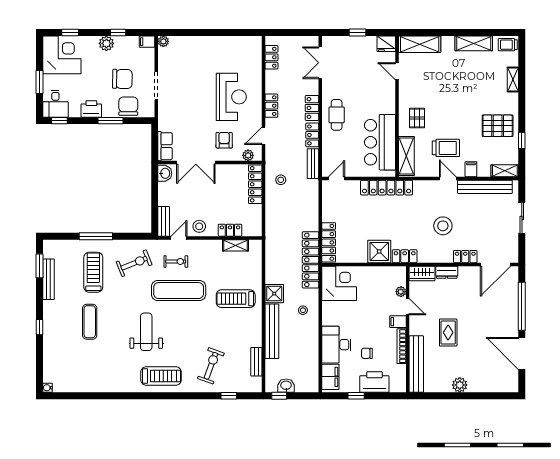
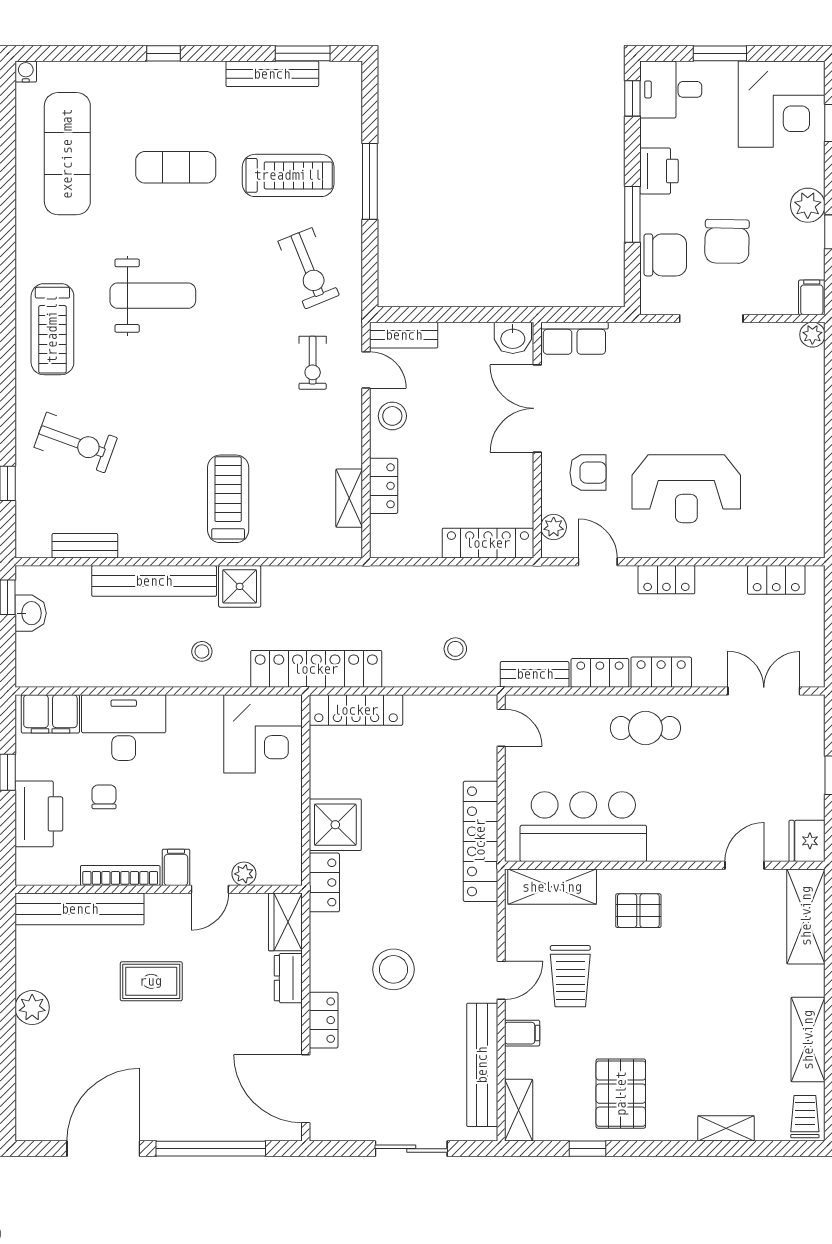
stool: (281, 180) -> (455, 649), moved
exercise mat: (179, 291) -> (67, 154), moved

